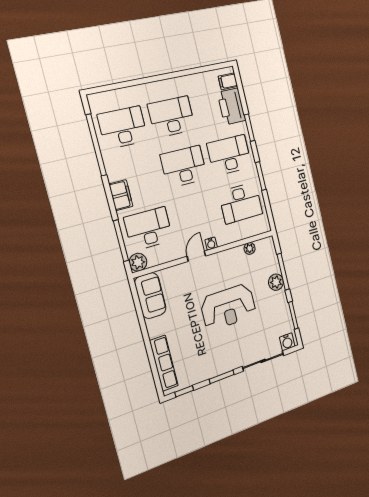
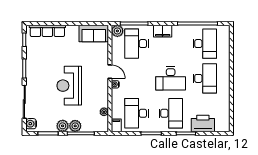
filing cabinet: (228, 81) -> (116, 125), moved
desk: (184, 167) -> (171, 78), turned 90
desk: (149, 229) -> (137, 44), turned 180
plant: (280, 299) -> (63, 126), added

